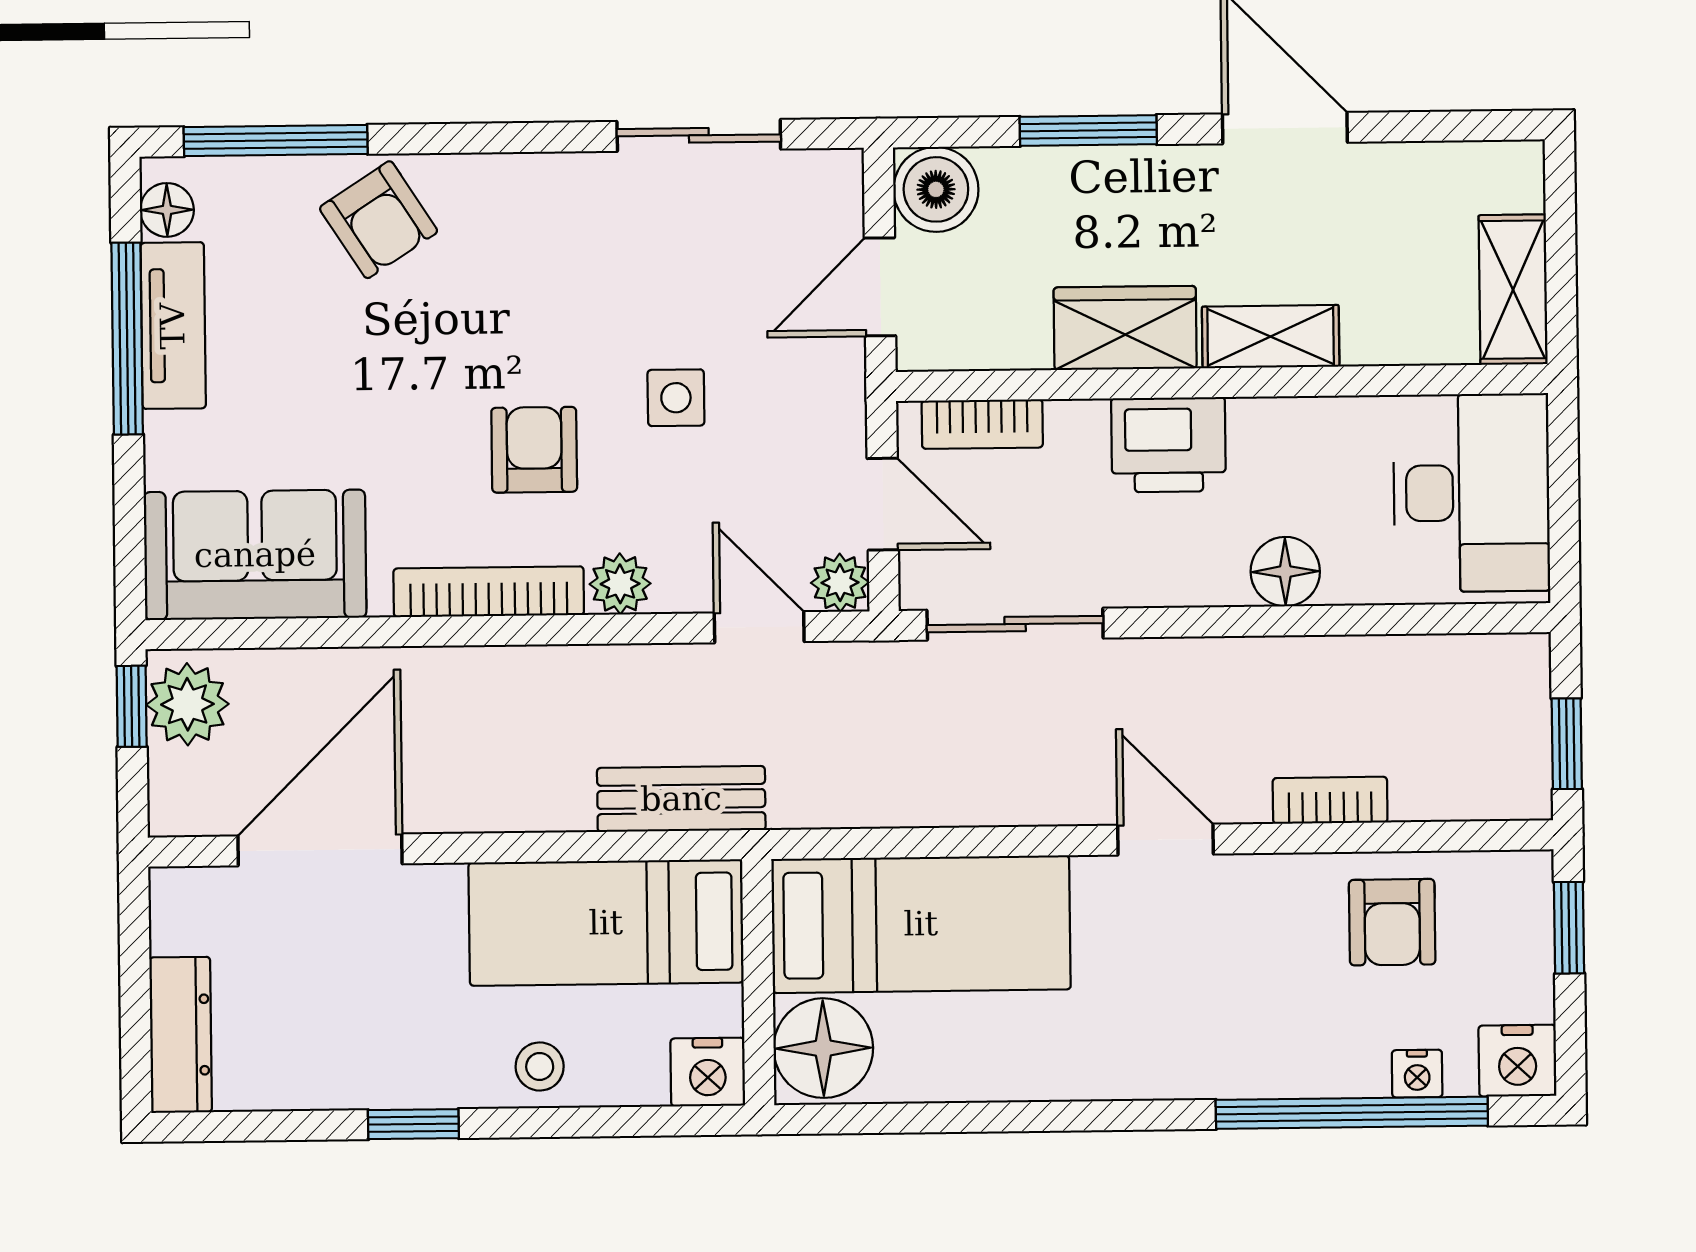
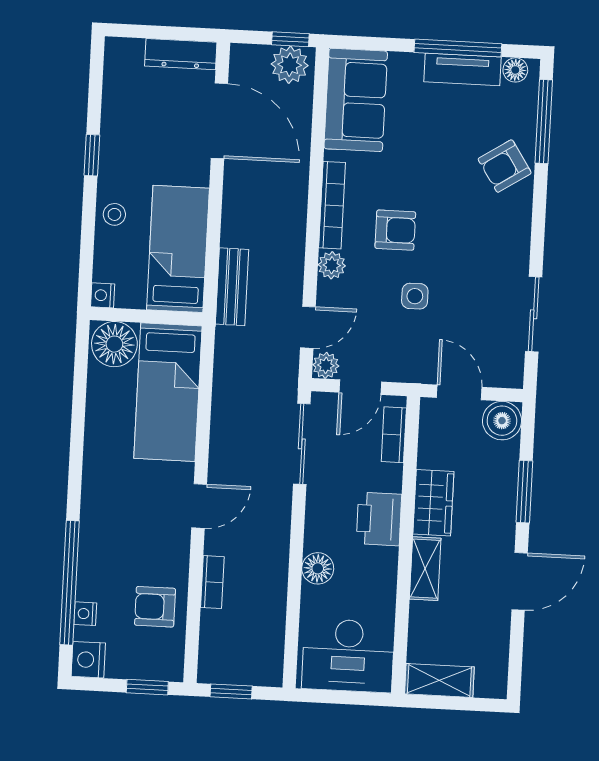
dresser: (181, 1035) -> (181, 54), moved
nightstand: (708, 1072) -> (103, 295), width x0.72, depth x0.74

